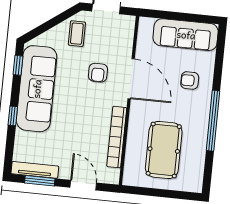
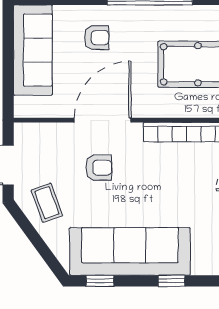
coffee table: (77, 34) -> (47, 203), turned 70
armchair: (190, 80) -> (97, 38), turned -90

